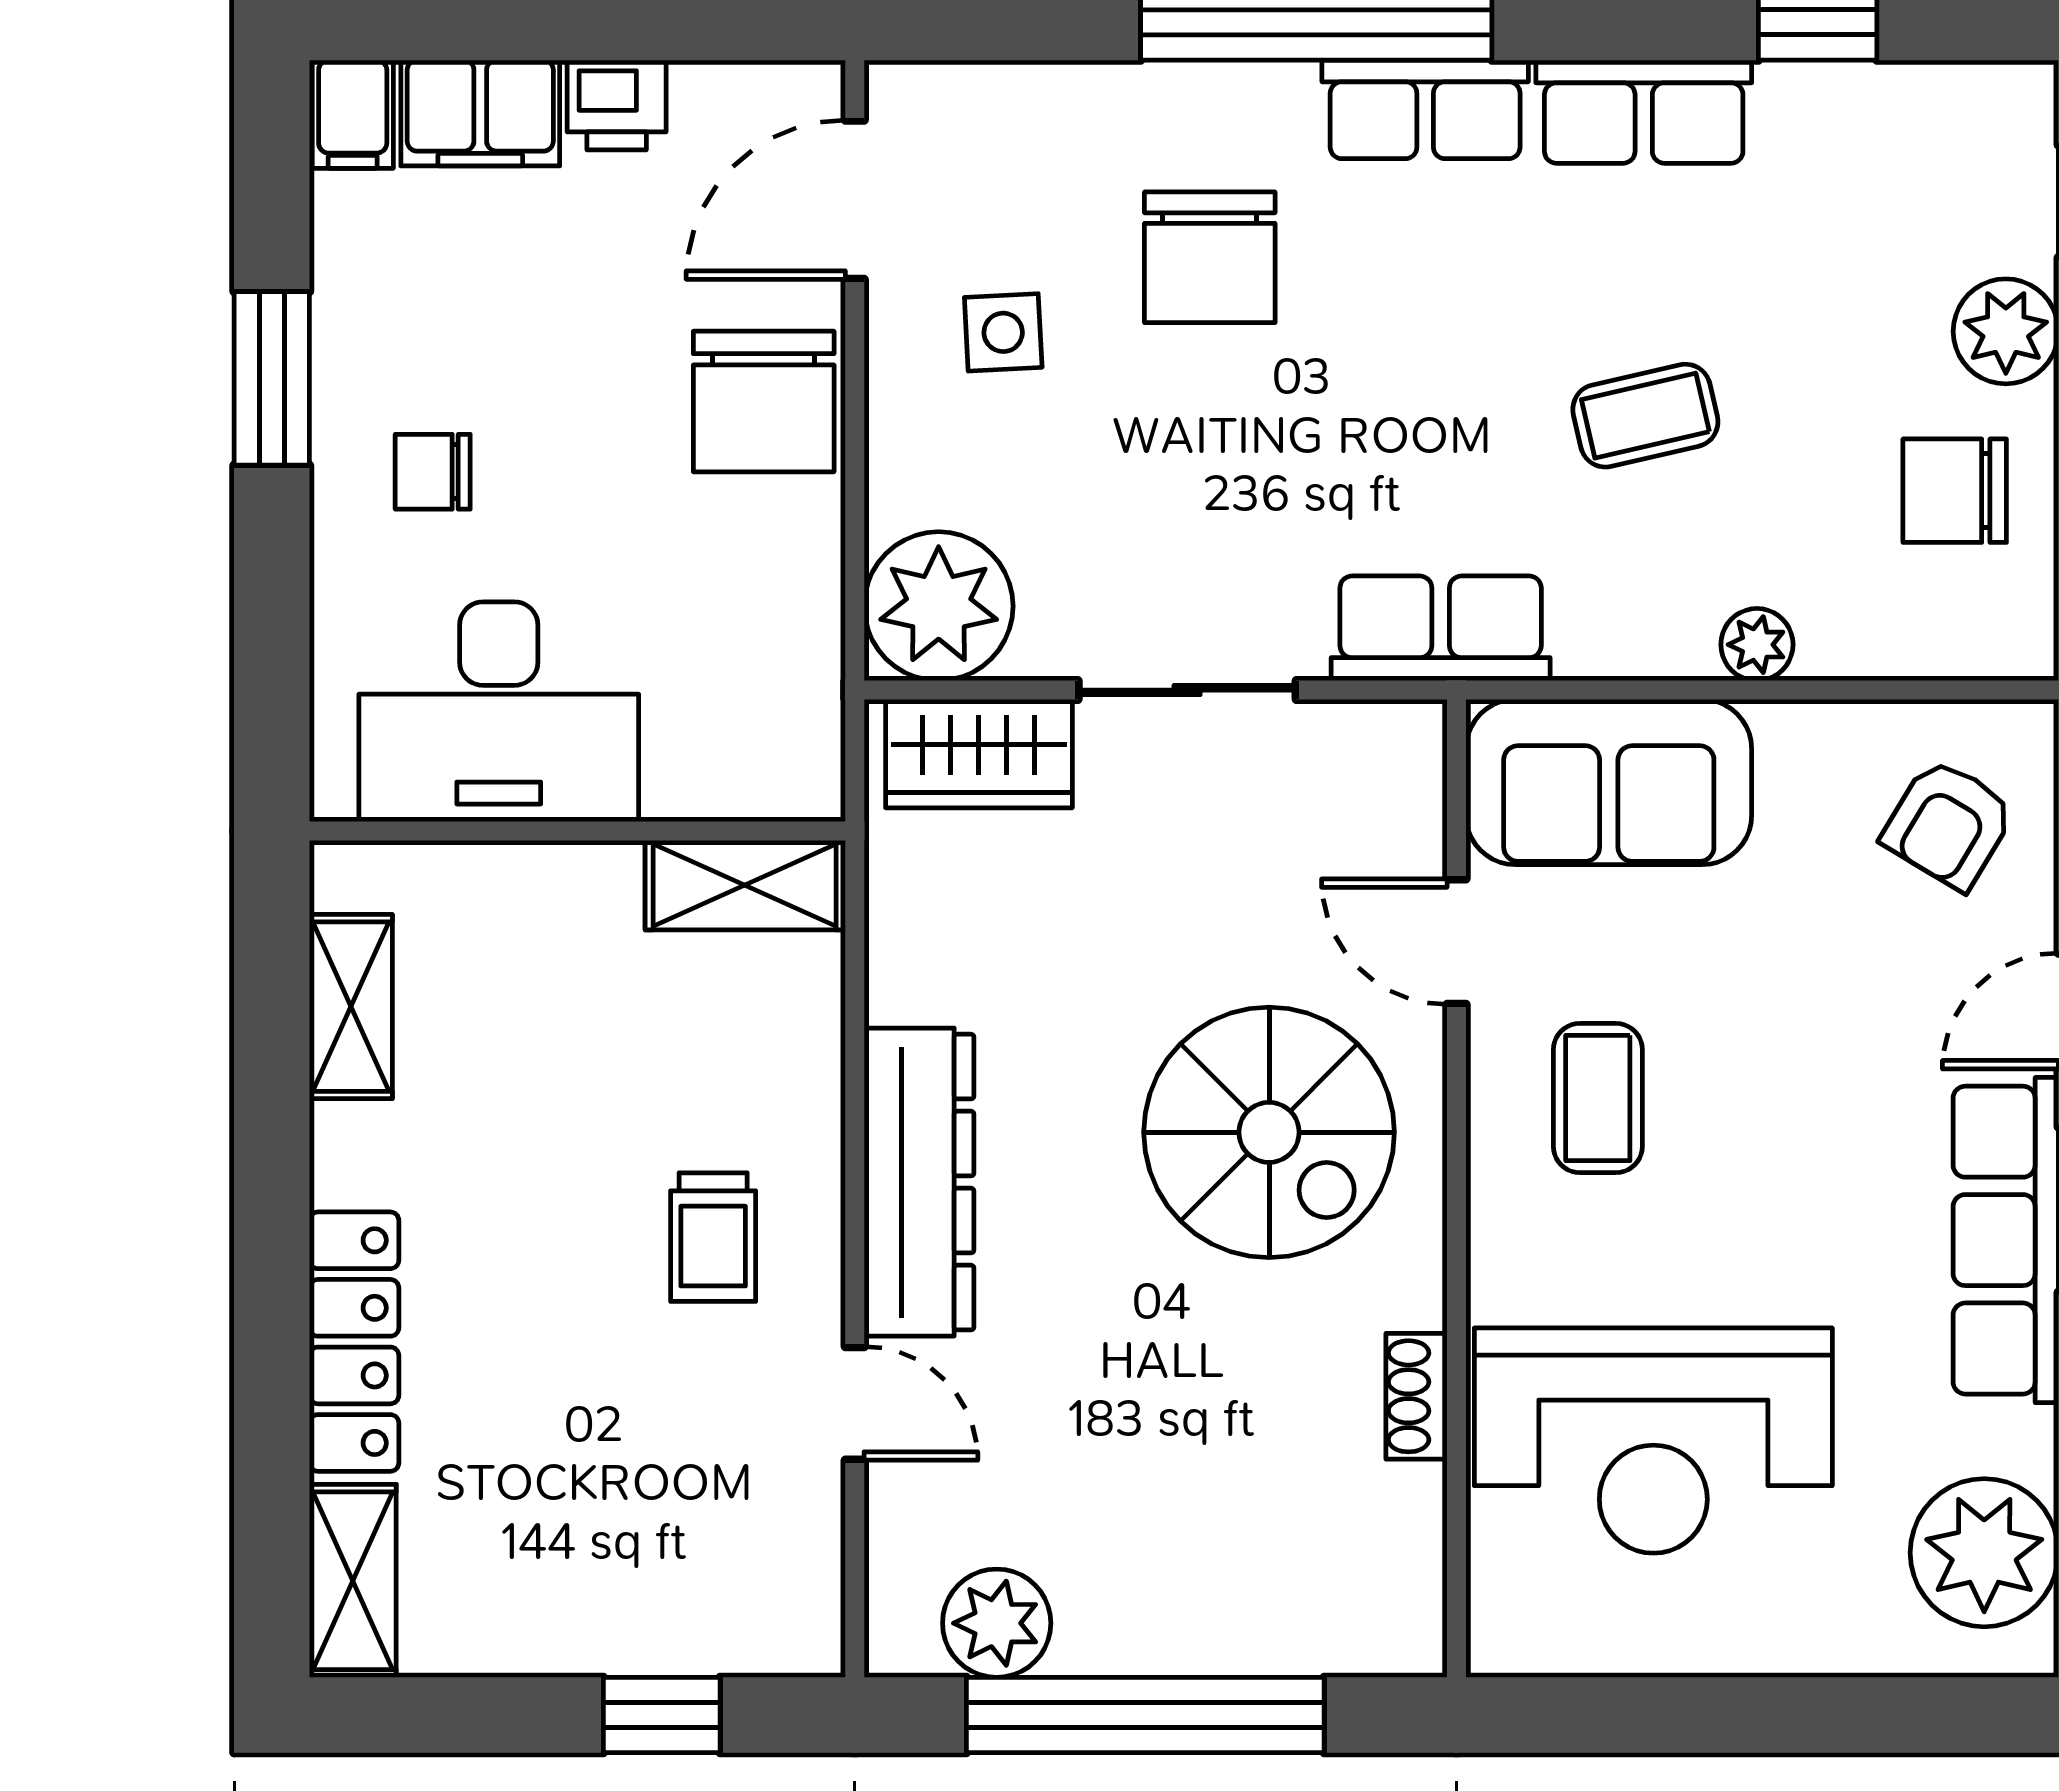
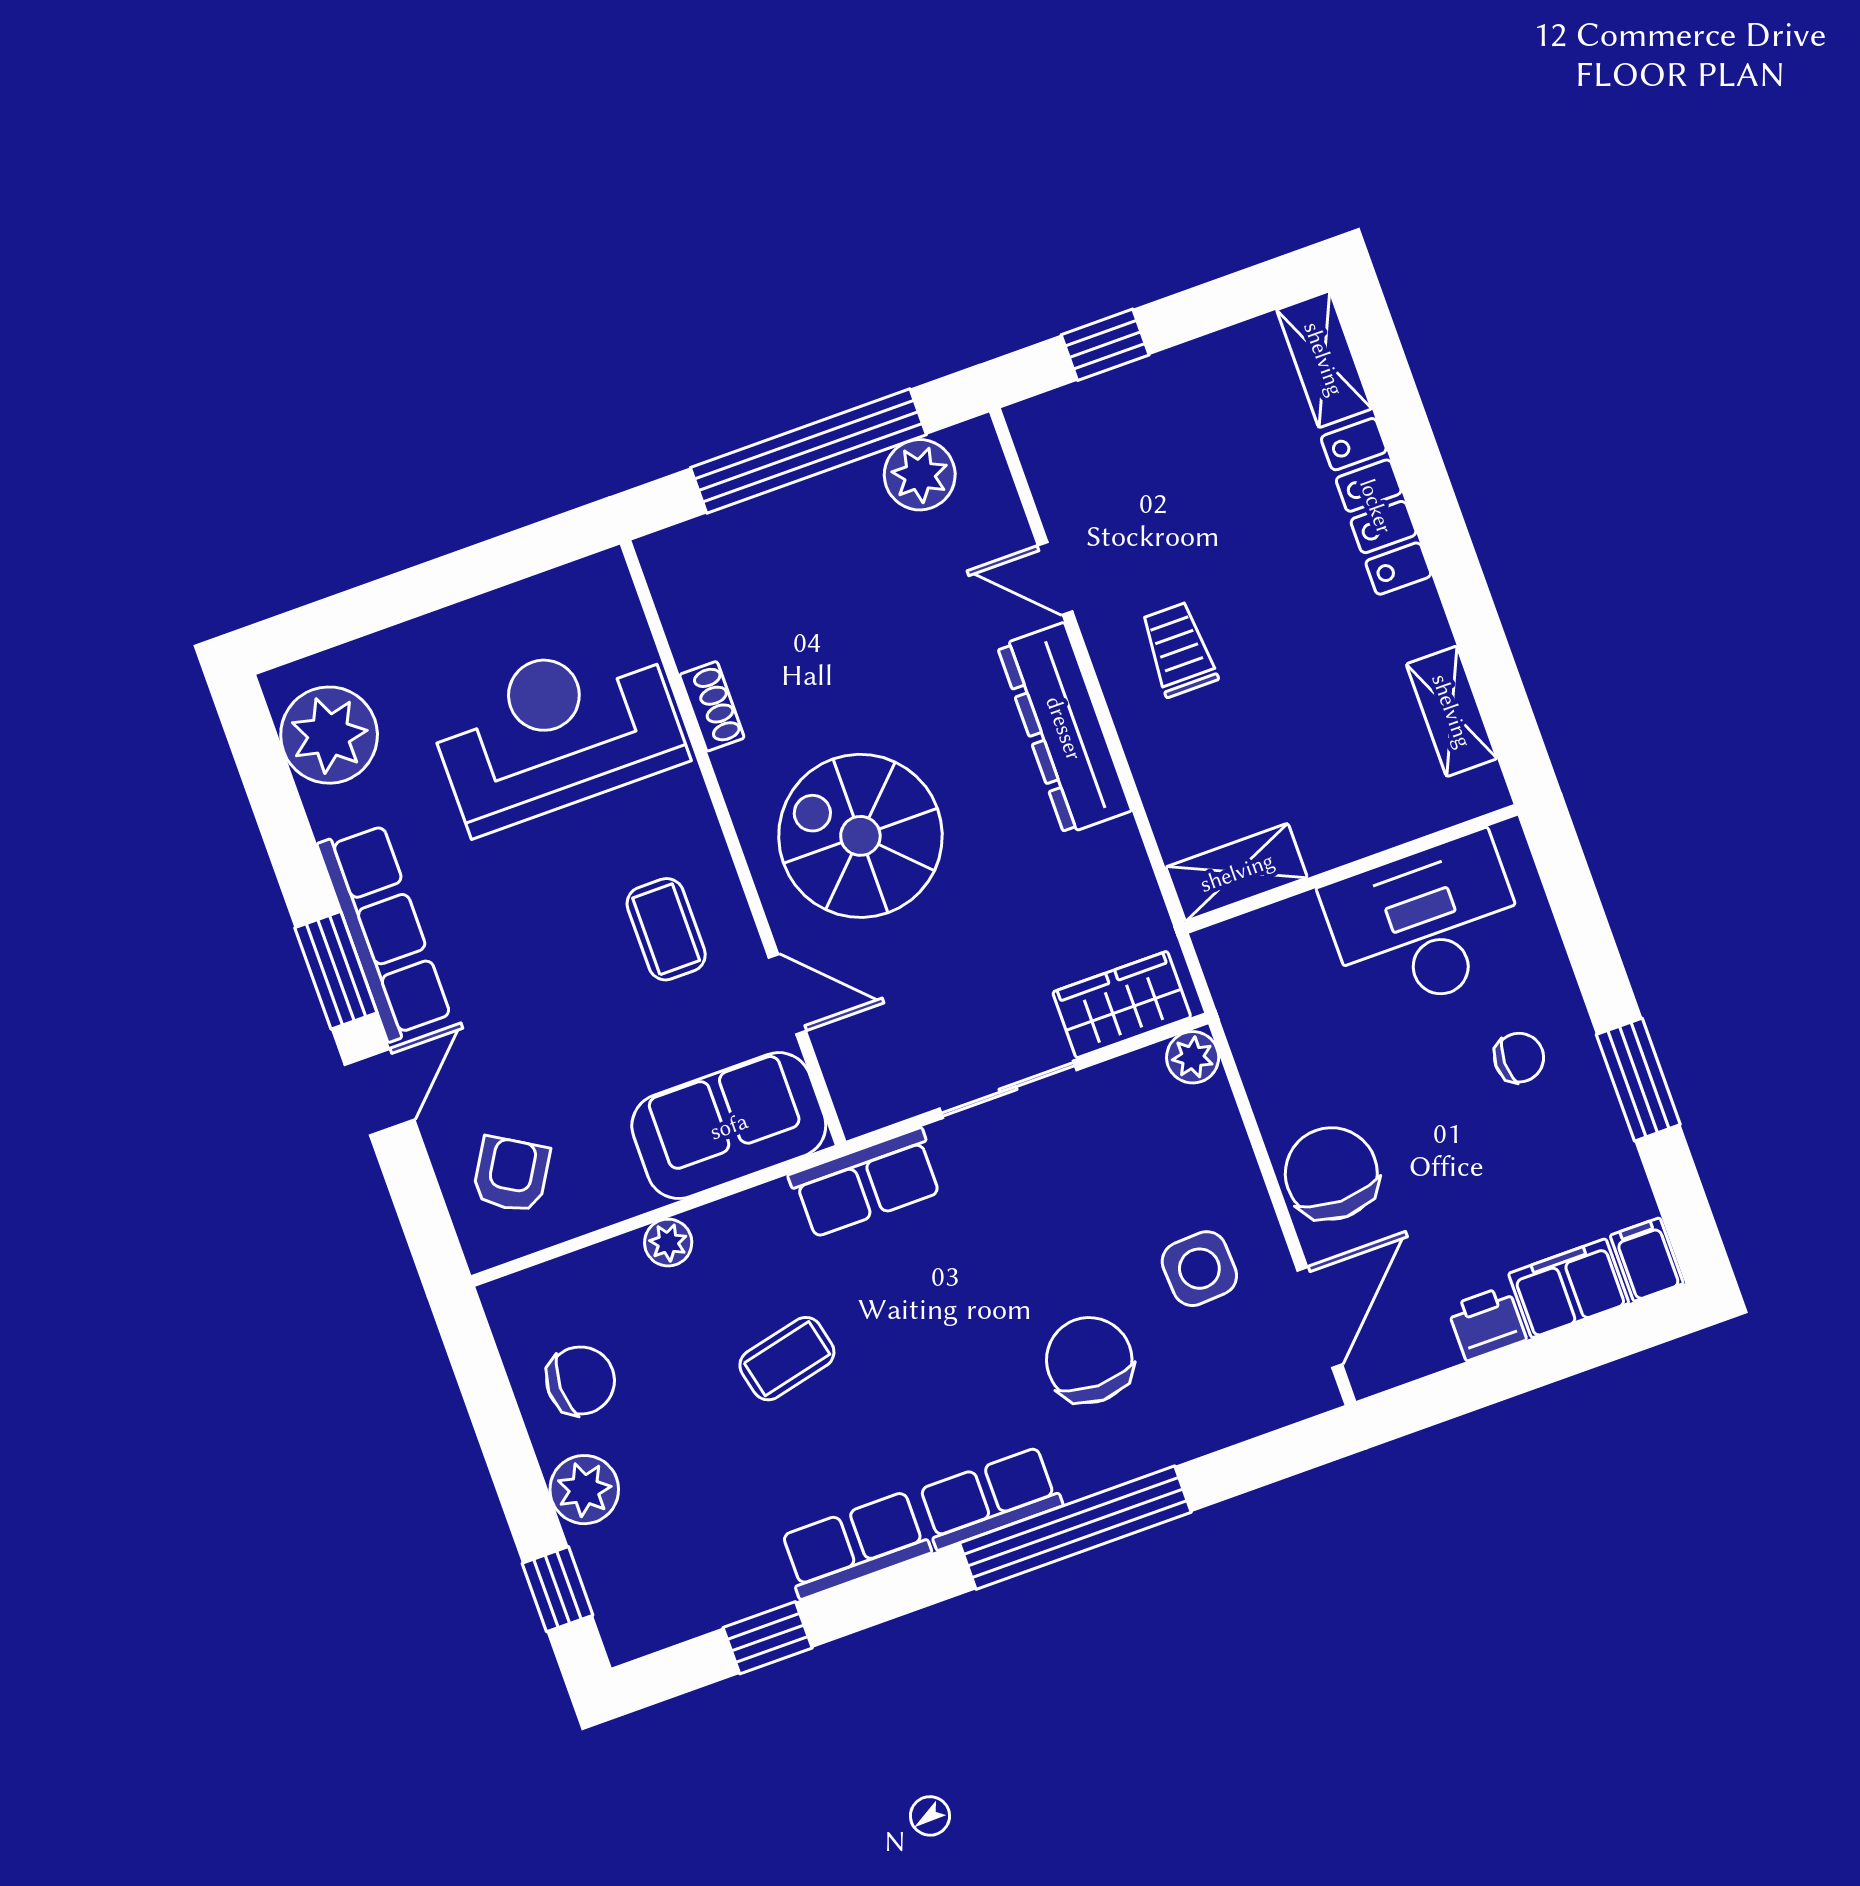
side table: (1003, 332) -> (1199, 1269), width x1.37, depth x1.37
plant: (939, 606) -> (1193, 1057), width x0.53, depth x0.53

